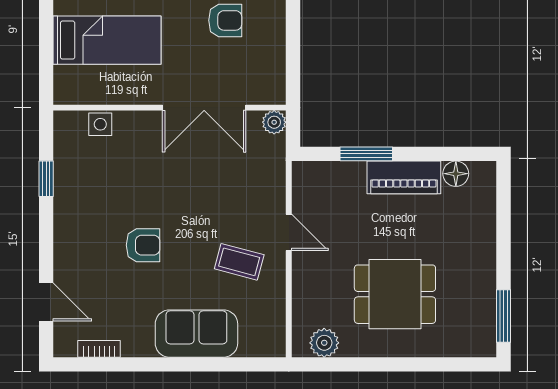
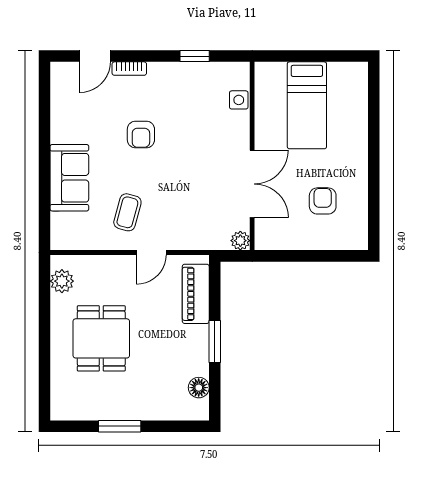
armchair: (225, 20) -> (323, 201), turned 180
double door: (204, 108) -> (252, 184), swing flipped
window: (366, 154) -> (215, 342), moved
piano: (404, 177) -> (196, 294), moved
window: (503, 316) -> (120, 426), moved
bookcase: (99, 349) -> (129, 69), moved, turned 90

